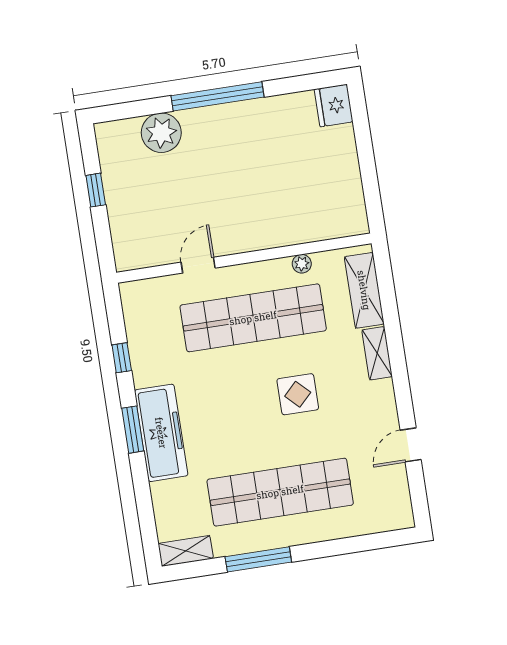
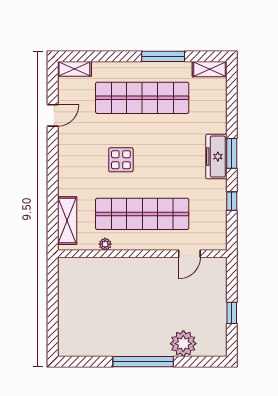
fridge: (334, 106) -> (68, 344), removed
door: (198, 265) -> (189, 254), moved
shelving: (377, 353) -> (74, 69), moved, turned 90
freezer: (161, 433) -> (216, 157), width x0.73, depth x0.79

